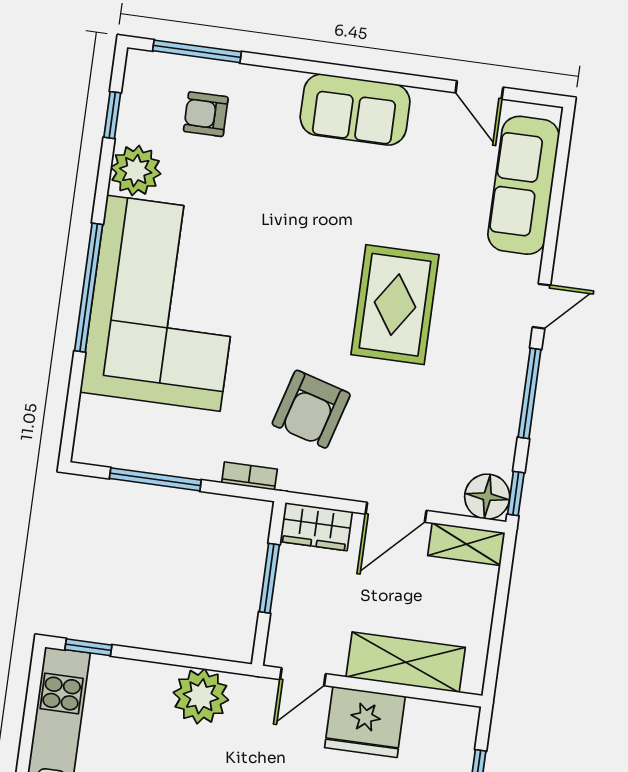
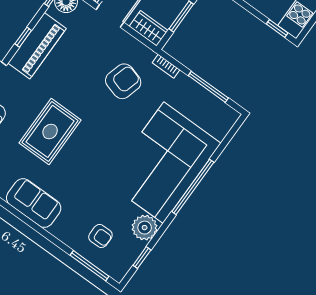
rug: (395, 305) -> (50, 131), moved
piano: (497, 391) -> (37, 46), added
window: (530, 393) -> (23, 37), width x0.46

